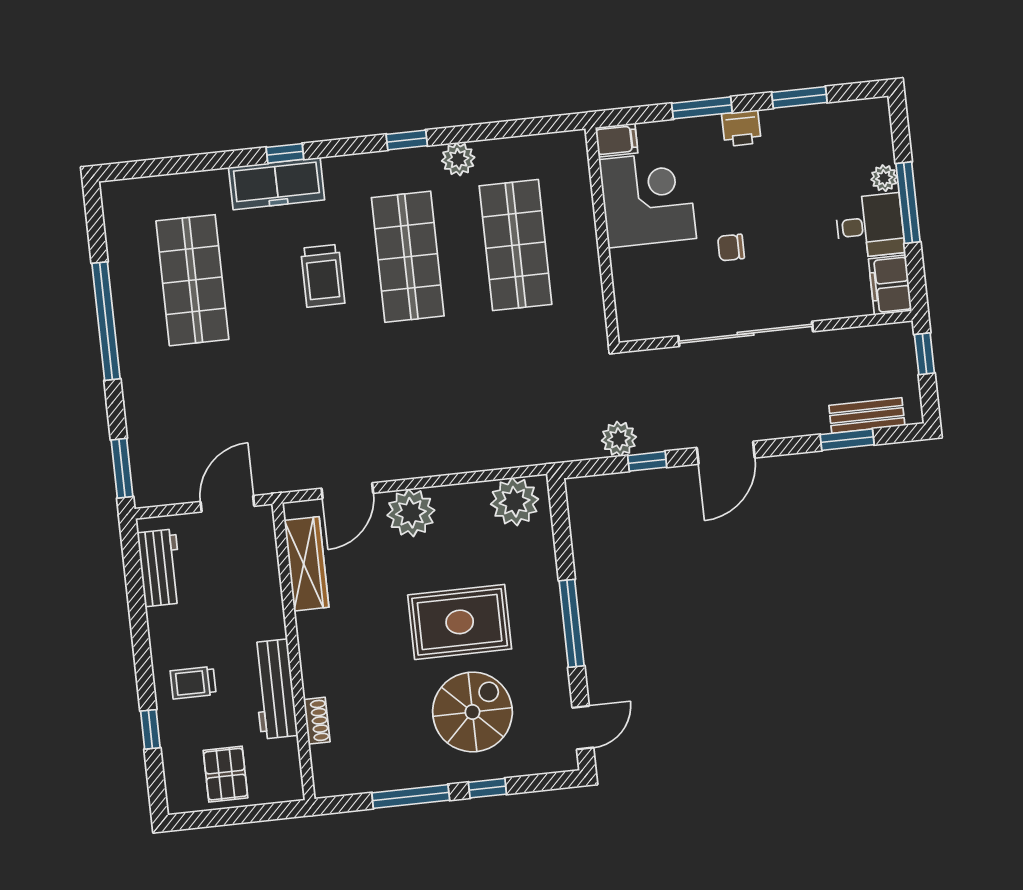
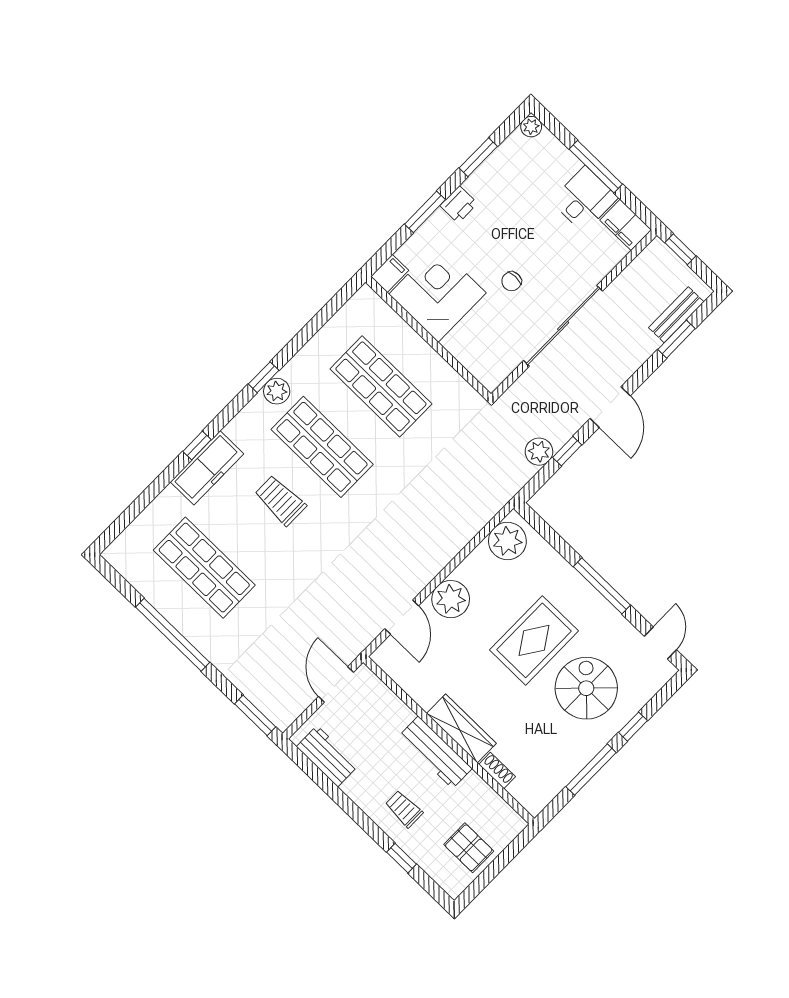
plant: (458, 159) -> (277, 391), moved
plant: (884, 178) -> (531, 127), moved
trolley: (323, 276) -> (280, 500), turned 180
wardrobe: (306, 564) -> (461, 728), moved
trolley: (193, 683) -> (404, 809), turned 90
workbench: (275, 689) -> (435, 752), moved

